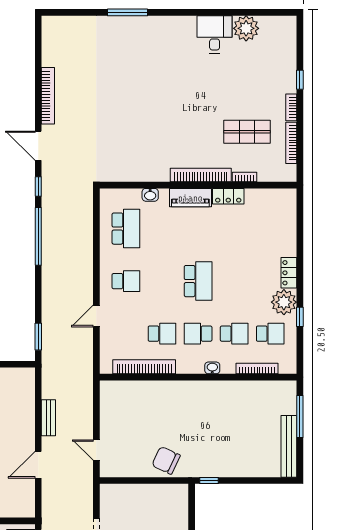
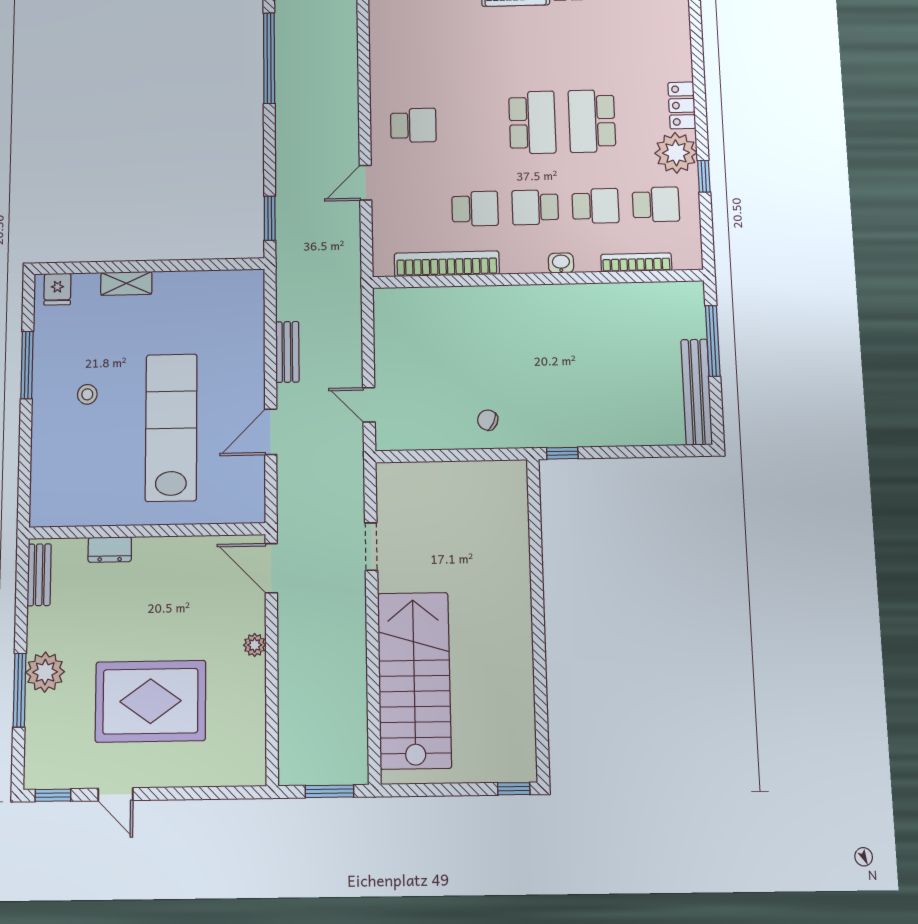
school desk: (126, 229) -> (592, 121), moved, turned 180
chair: (166, 460) -> (488, 420), width x0.54, depth x0.54

